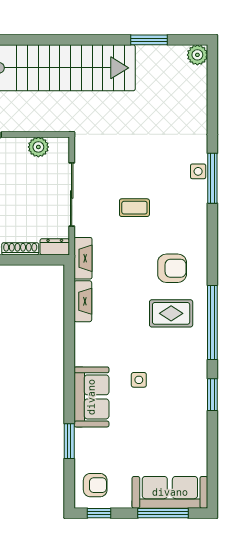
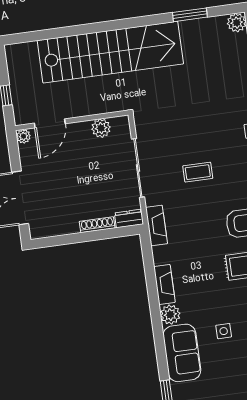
fireplace: (83, 301) -> (164, 285), moved
plant: (85, 355) -> (170, 315), added

